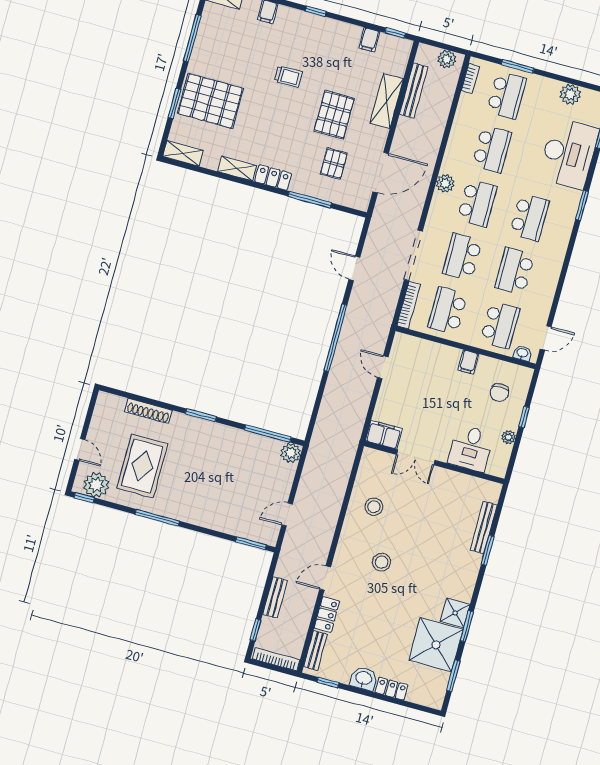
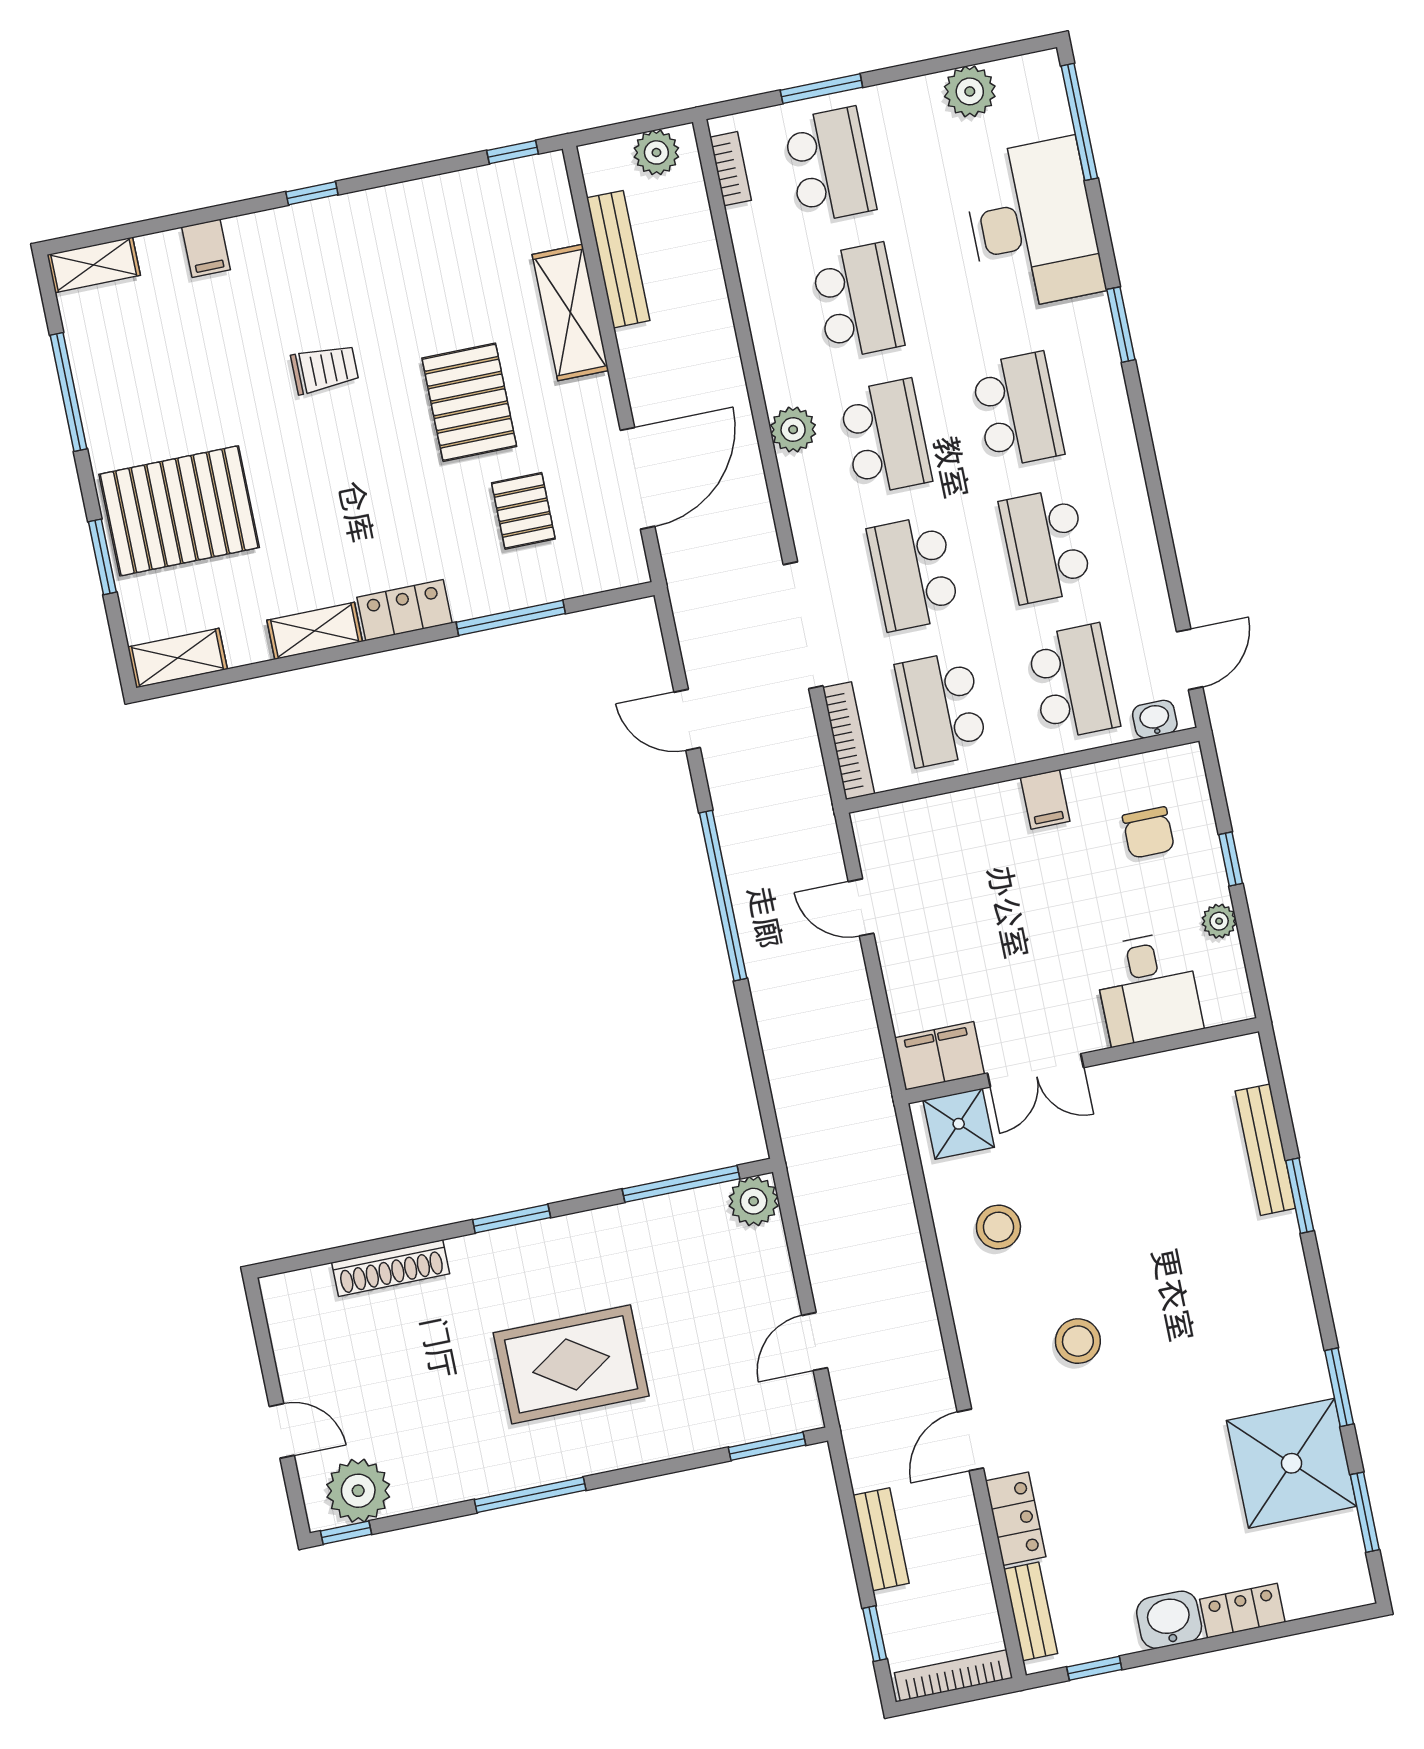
filing cabinet: (369, 40) -> (463, 196), removed
rug: (142, 466) -> (571, 1364), moved, turned 90
shower: (455, 613) -> (959, 1124), moved

